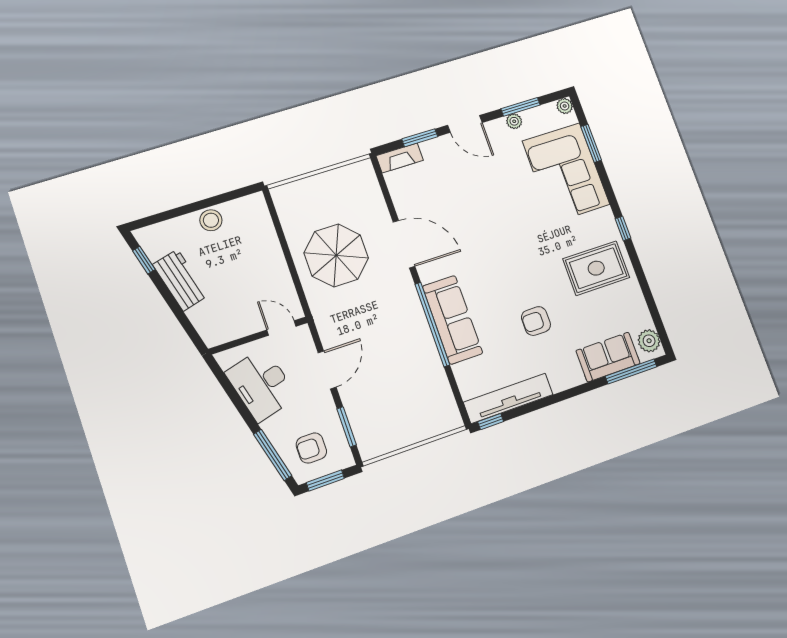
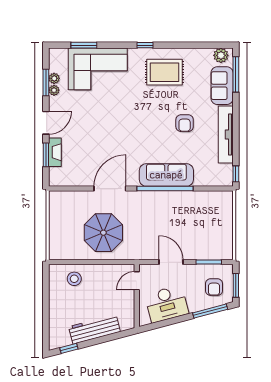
plant: (565, 106) -> (54, 78), moved
fireplace: (400, 158) -> (55, 152), moved
stool: (211, 220) -> (74, 279), moved
rug: (596, 268) -> (164, 72), turned 90
workbench: (180, 280) -> (94, 329), width x1.38
tv unit: (508, 398) -> (226, 134), moved

